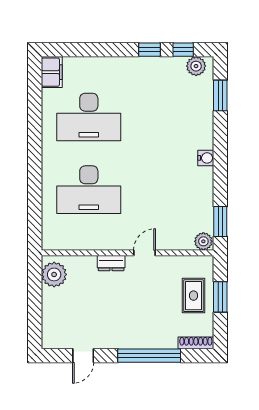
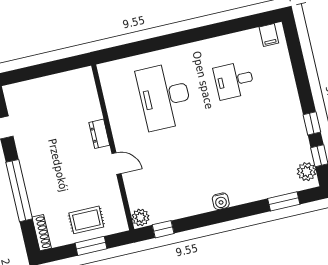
filing cabinet: (52, 72) -> (269, 35), width x0.50
desk: (89, 117) -> (234, 80), width x0.53, depth x0.77
window: (220, 221) -> (163, 229), width x0.67
plant: (54, 274) -> (76, 82), removed

